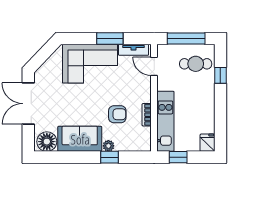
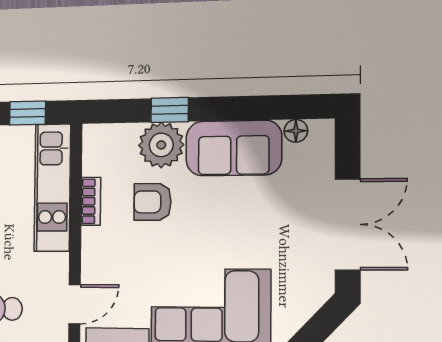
door: (154, 66) -> (75, 304), hinge flipped
floor lamp: (47, 142) -> (296, 131), width x0.53, depth x0.53
plant: (108, 146) -> (161, 145), width x1.88, depth x1.88

